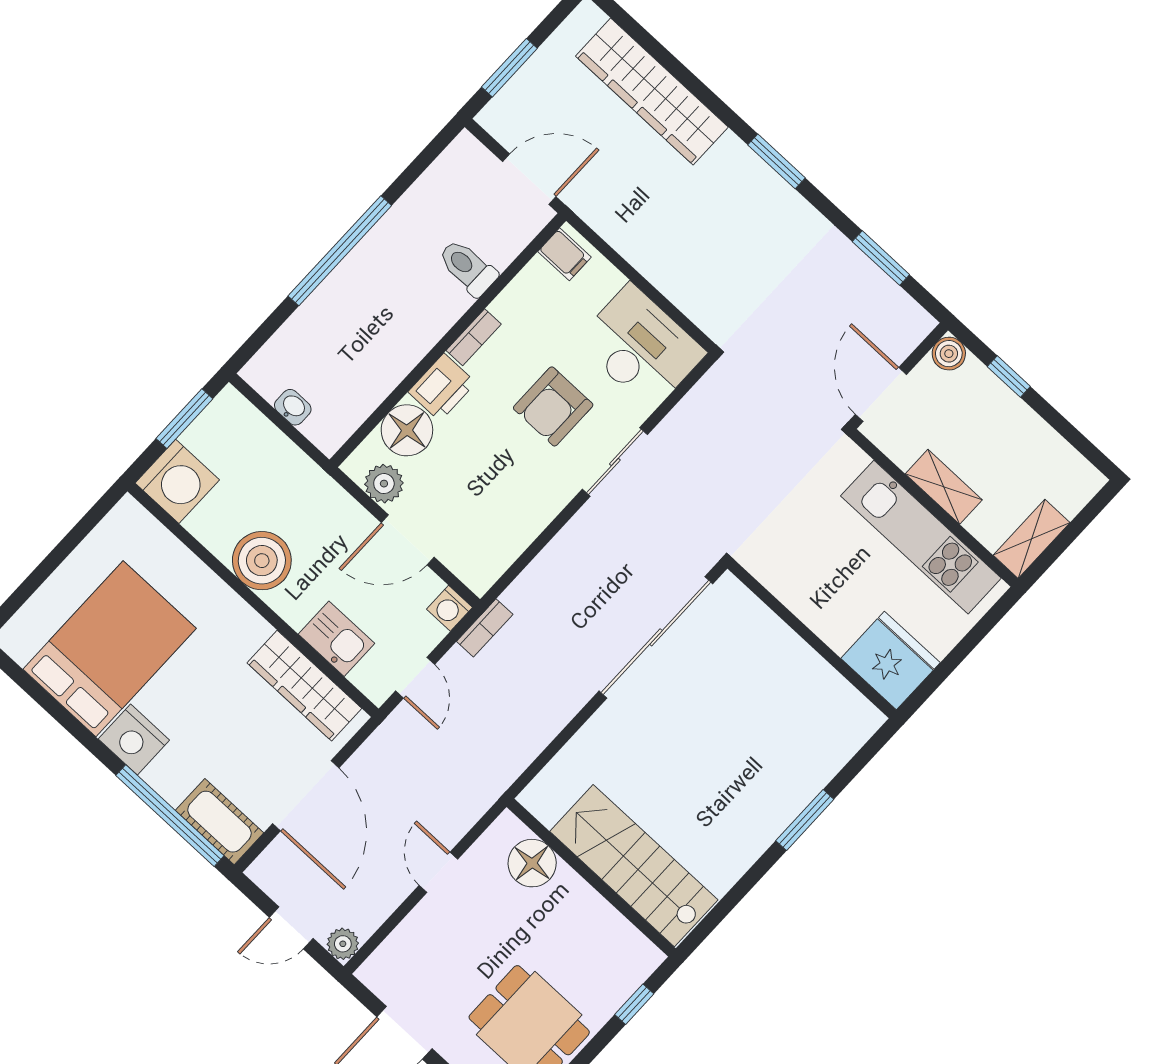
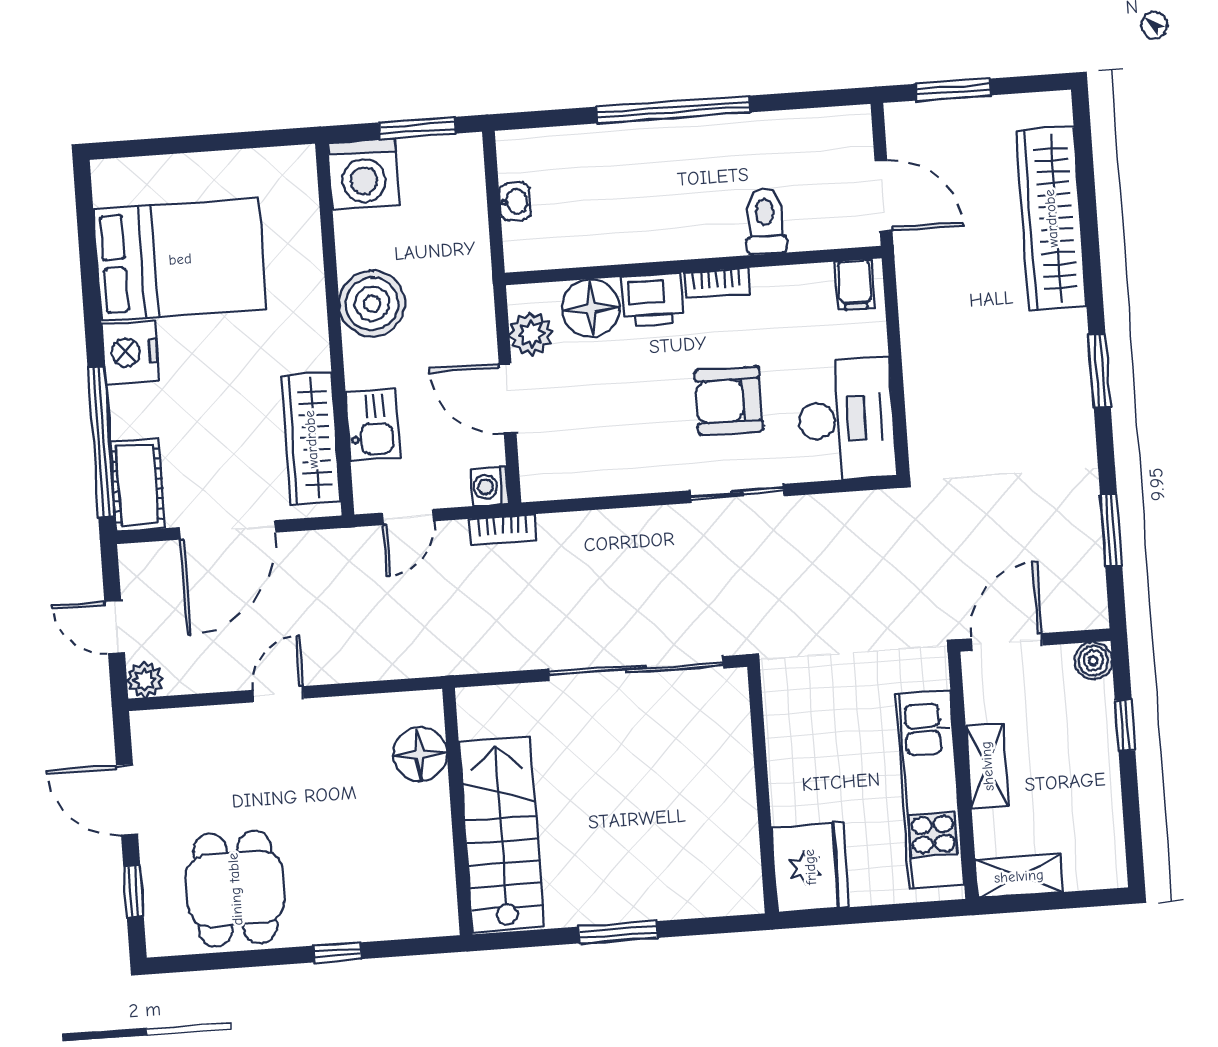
floor lamp: (532, 863) -> (420, 754), moved
stairs: (634, 866) -> (501, 834), moved
wall: (591, 878) -> (457, 812), moved

